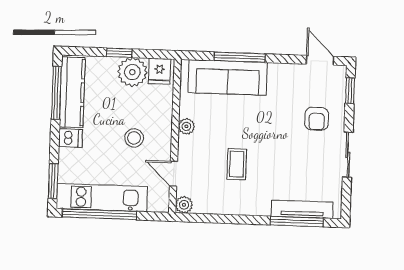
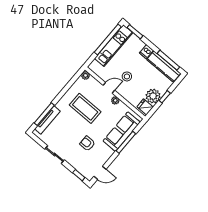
armchair: (317, 119) -> (87, 144), moved
coffee table: (237, 164) -> (85, 108), width x1.86, depth x1.72
door: (174, 174) -> (109, 88), moved

